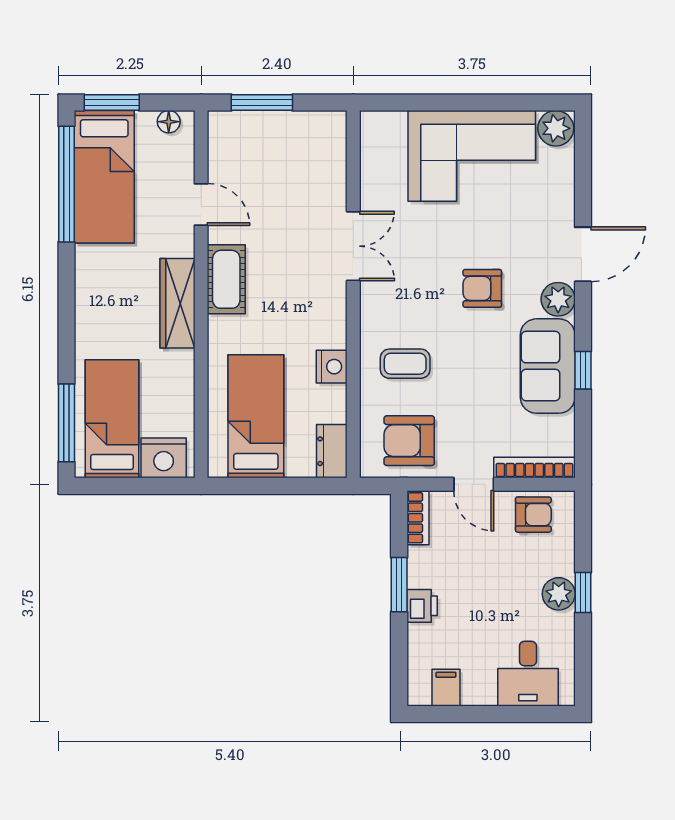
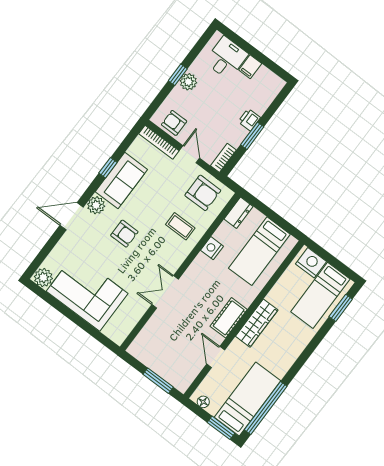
window: (66, 423) -> (341, 308), width x0.69
filing cabinet: (446, 688) -> (250, 67), moved

